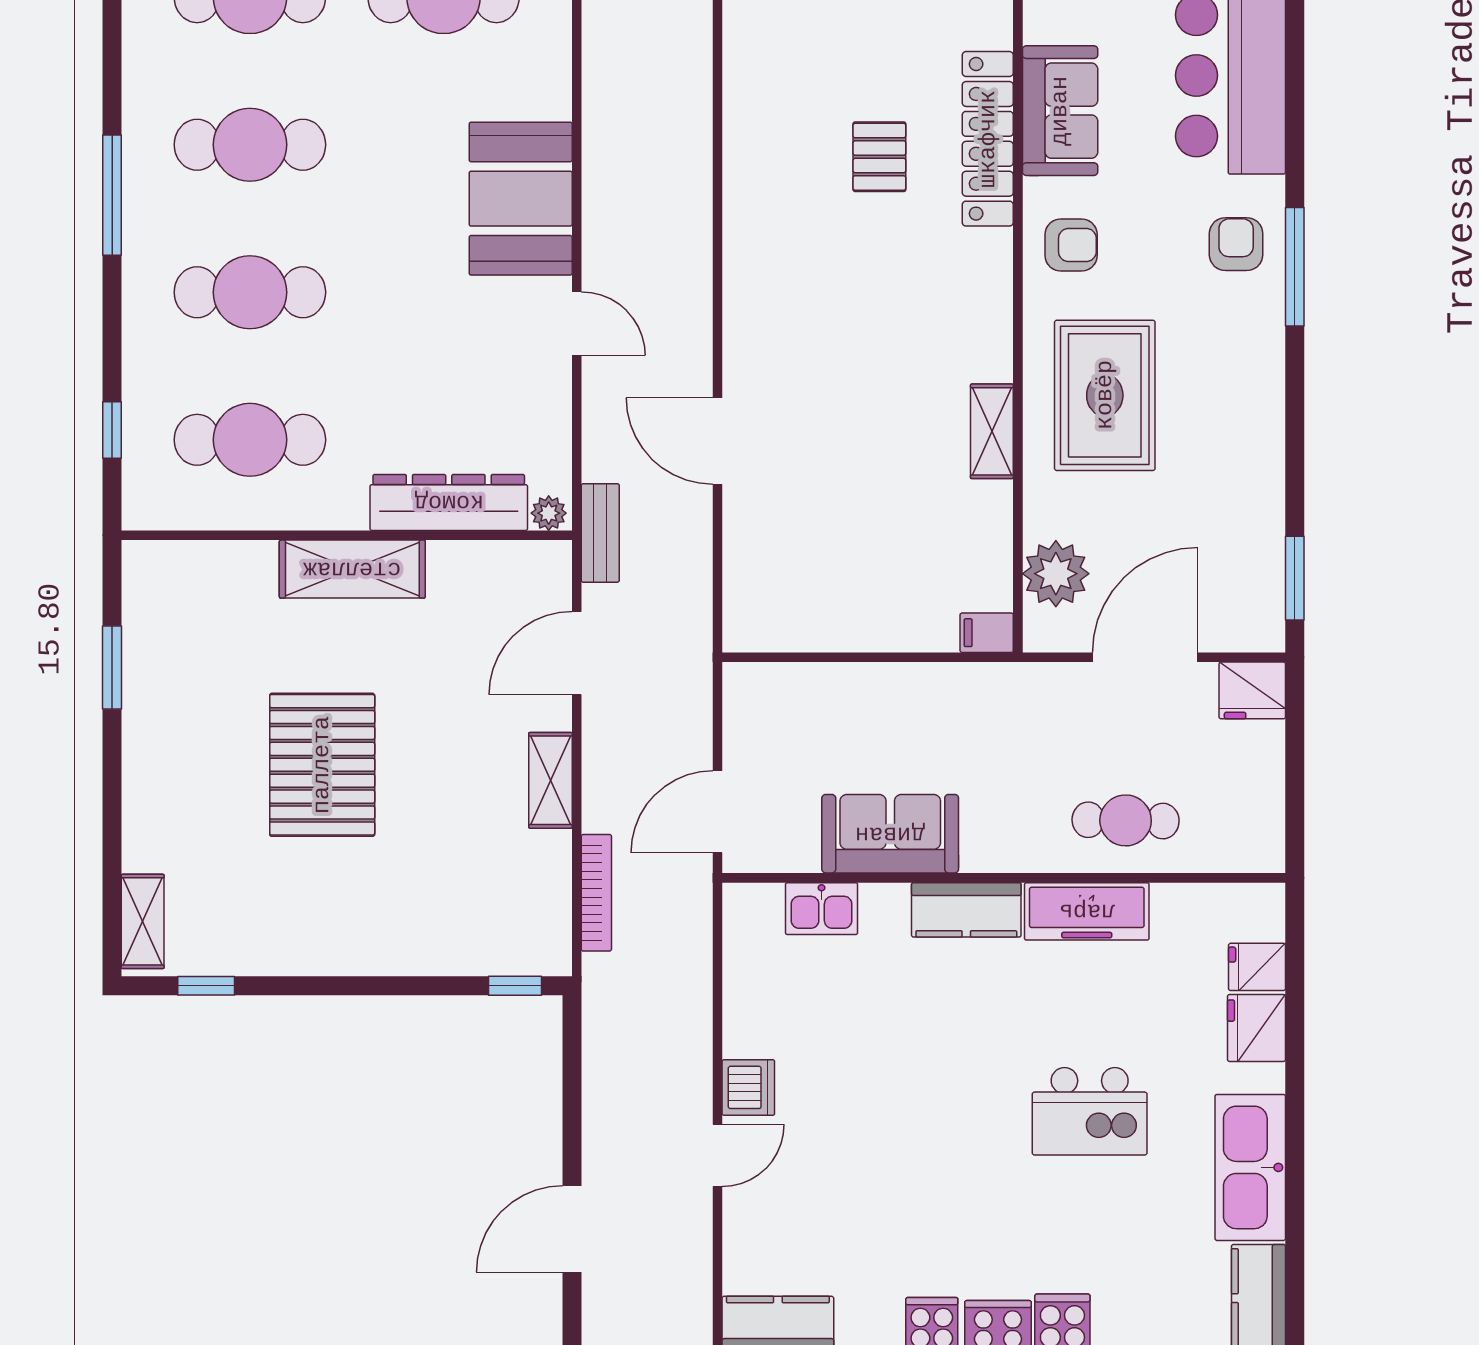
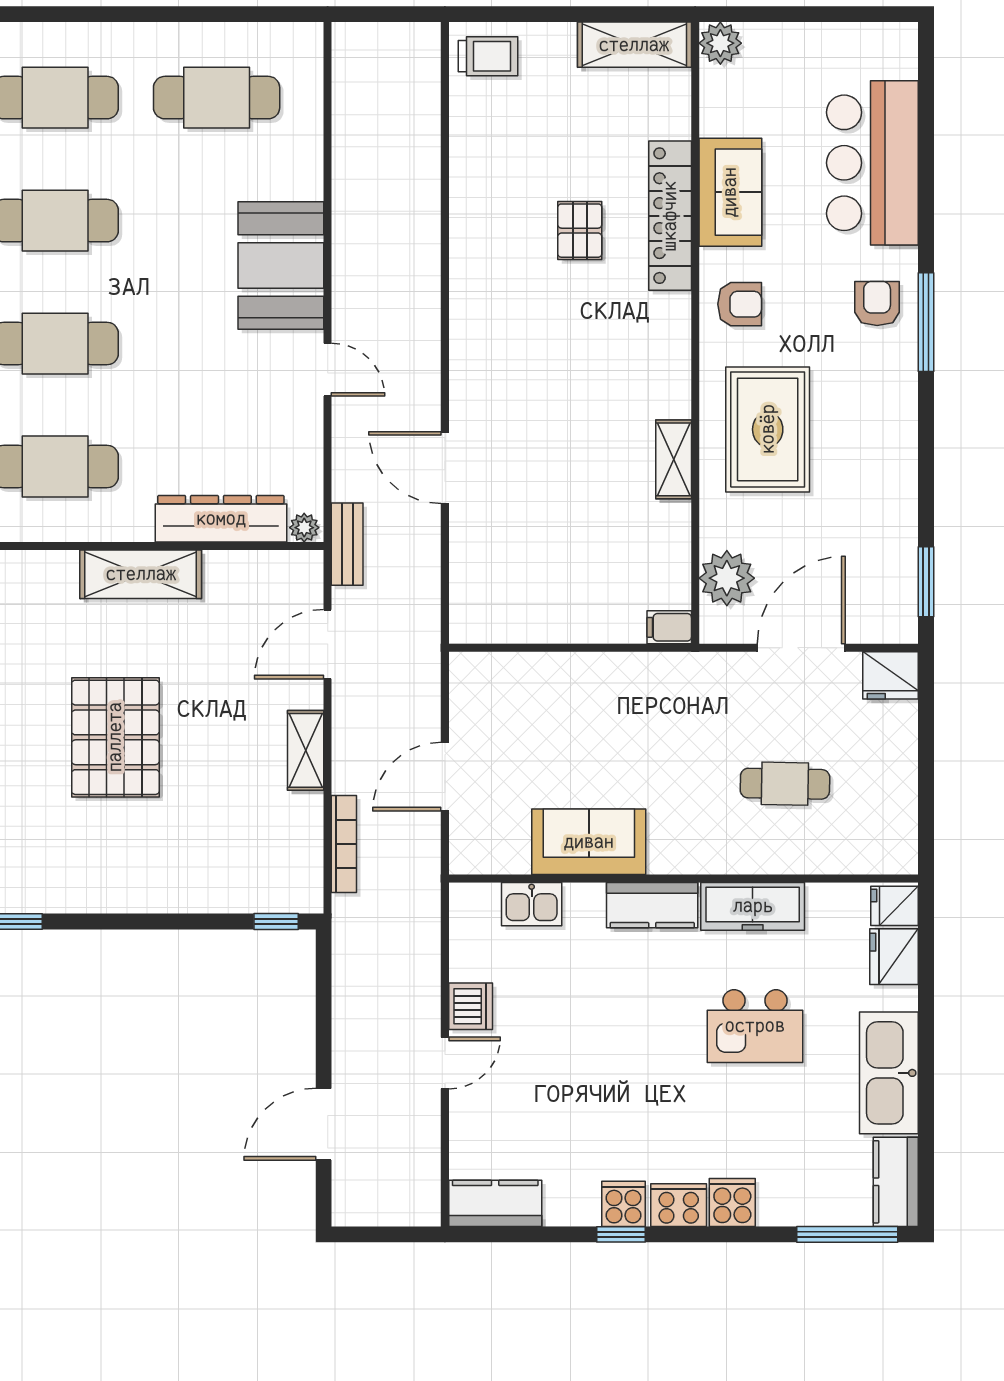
sofa: (890, 834) -> (589, 842), moved
wall: (1004, 878) -> (683, 878), moved
kitchen sink: (822, 909) -> (532, 904), moved
kitchen counter: (966, 910) -> (652, 905), moved
freezer: (1087, 911) -> (753, 906), moved

